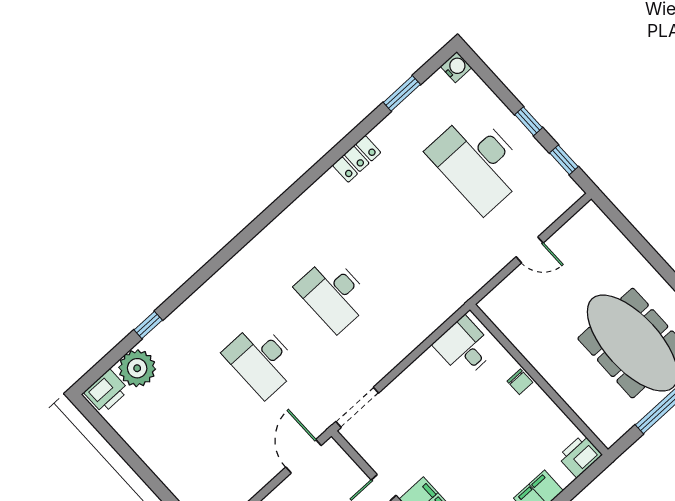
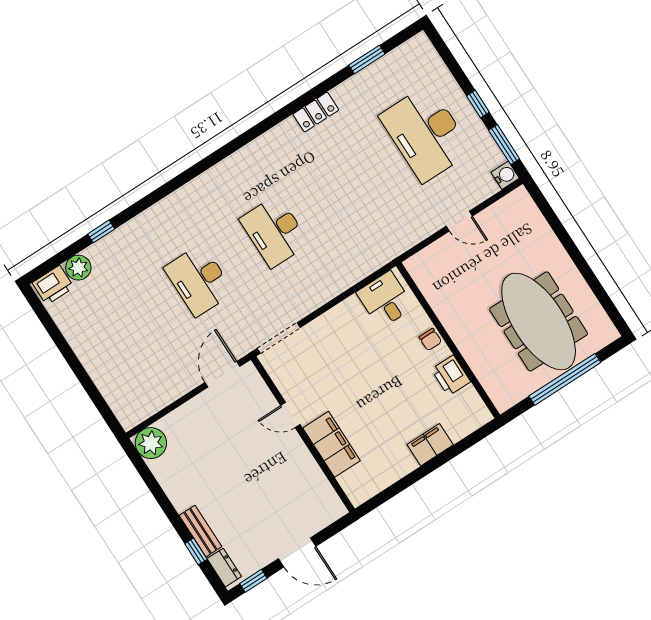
water cooler: (456, 67) -> (505, 175), moved
window: (564, 160) -> (504, 145), width x1.50
plant: (137, 368) -> (78, 268), width x0.73, depth x0.73
printer: (580, 456) -> (451, 375), moved, turned -90

